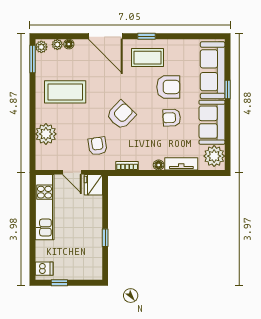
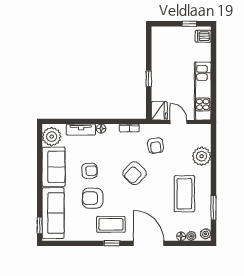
window: (32, 59) -> (213, 208), moved
window: (228, 90) -> (40, 225), moved
coffee table: (65, 92) -> (184, 194), turned 90
window: (105, 238) -> (149, 79), moved

